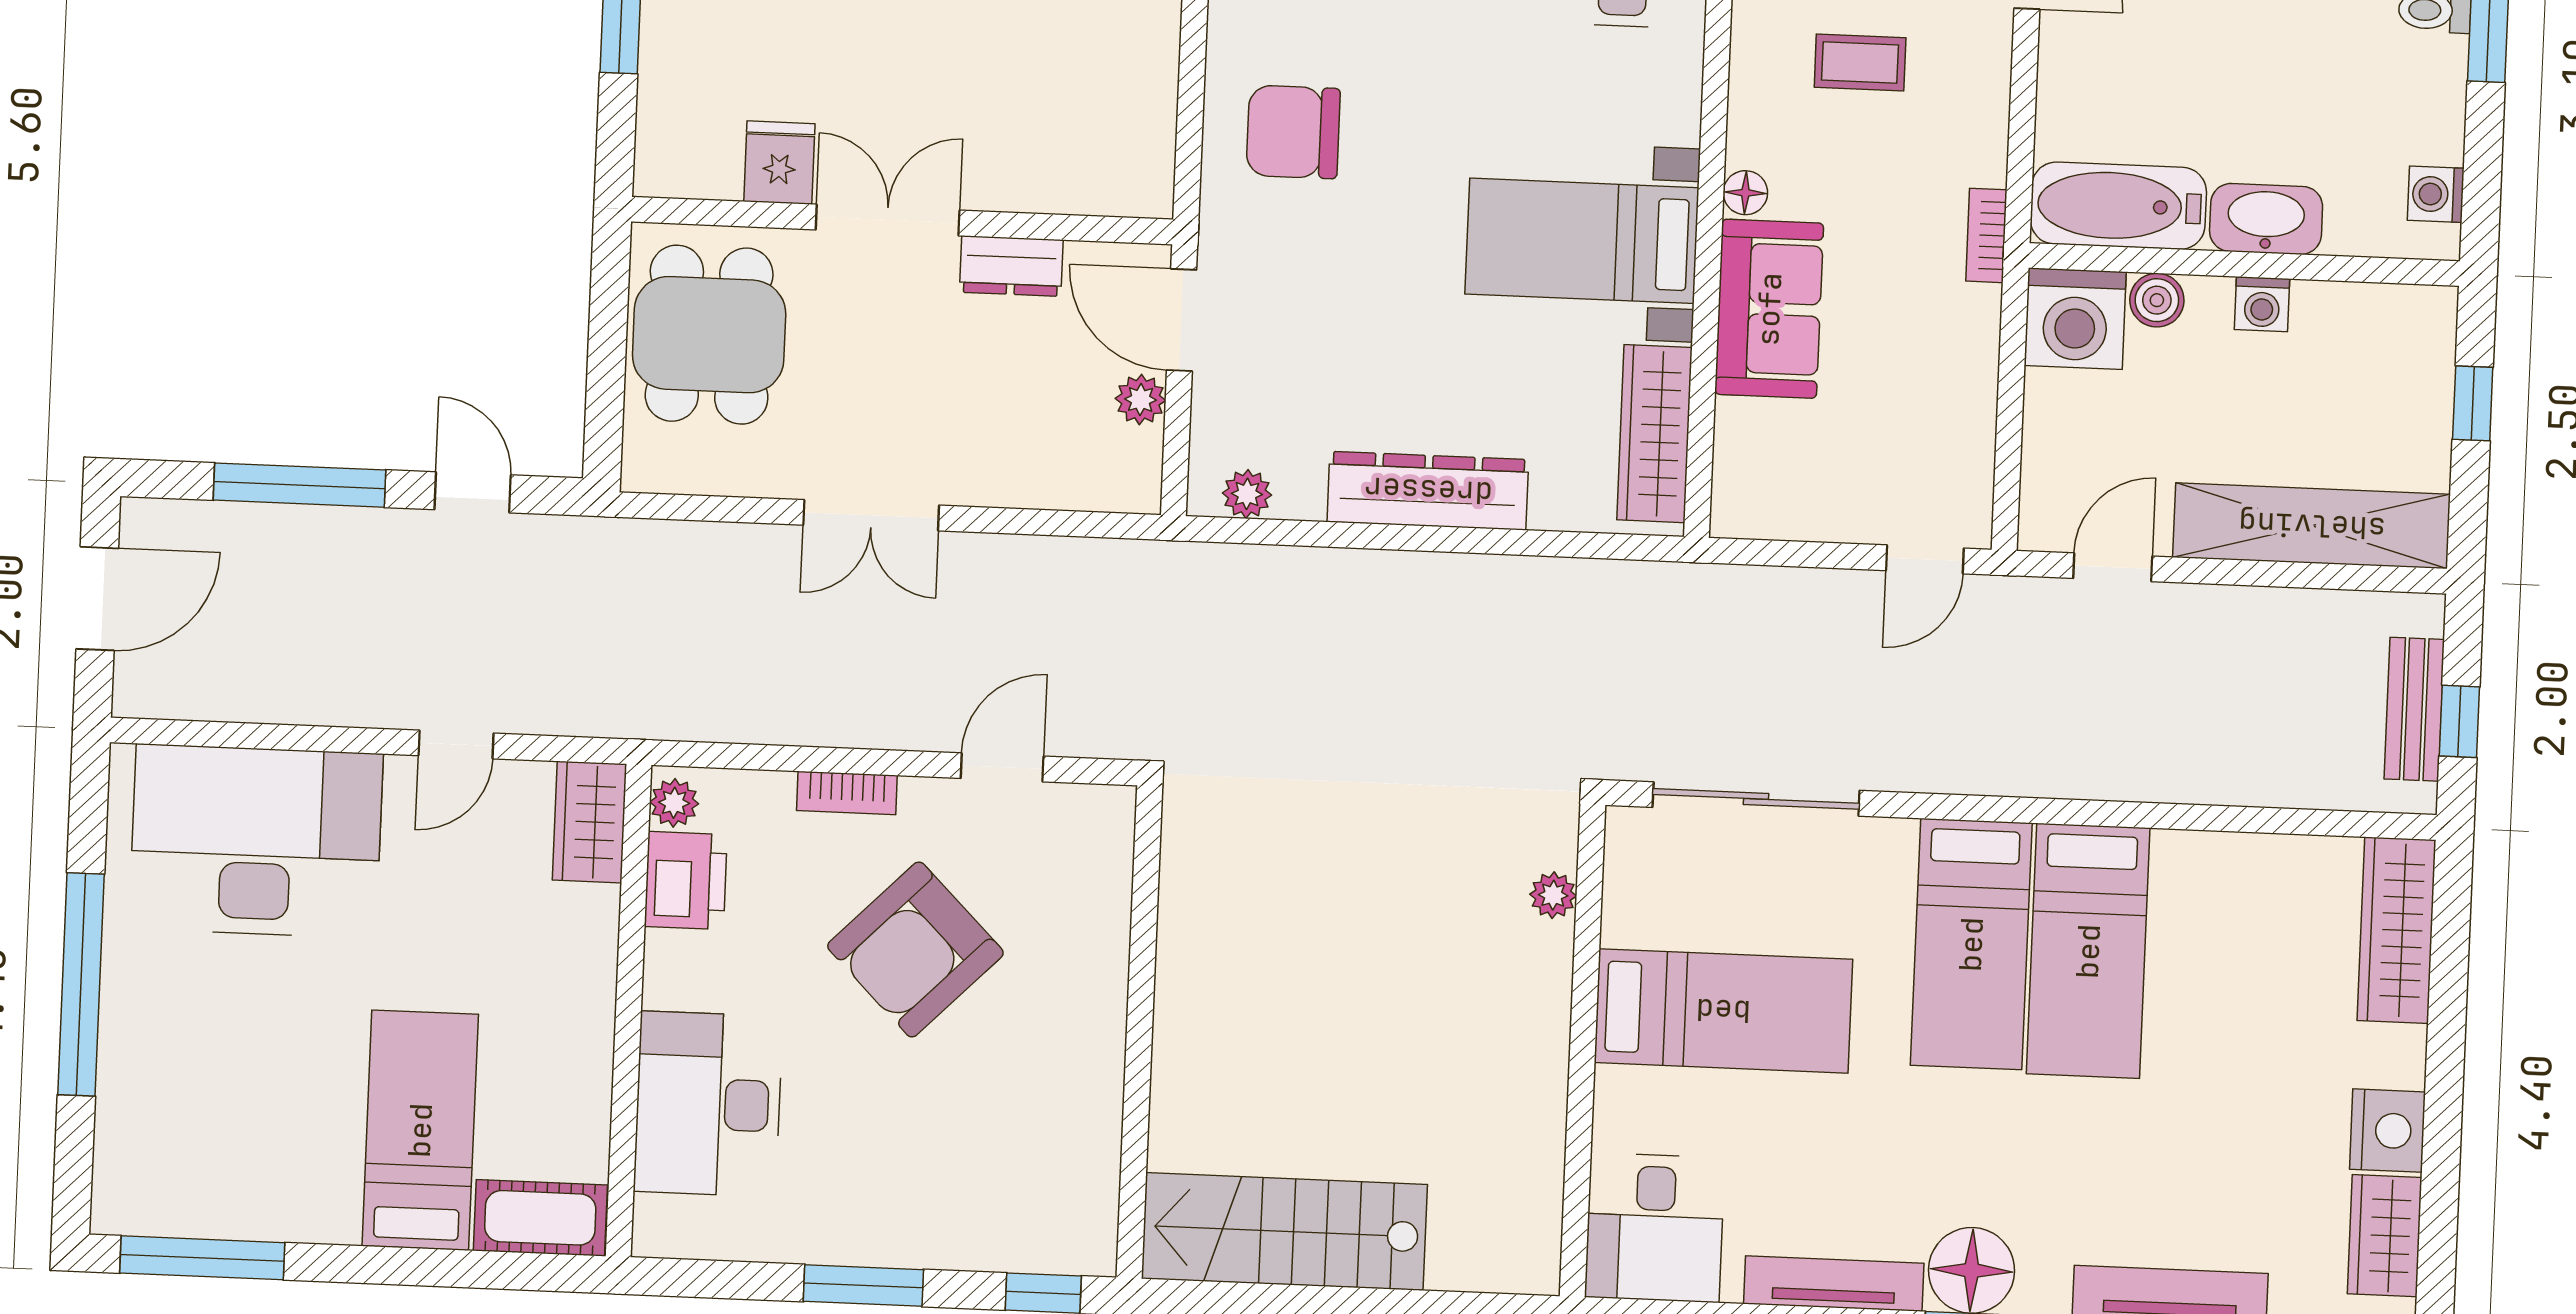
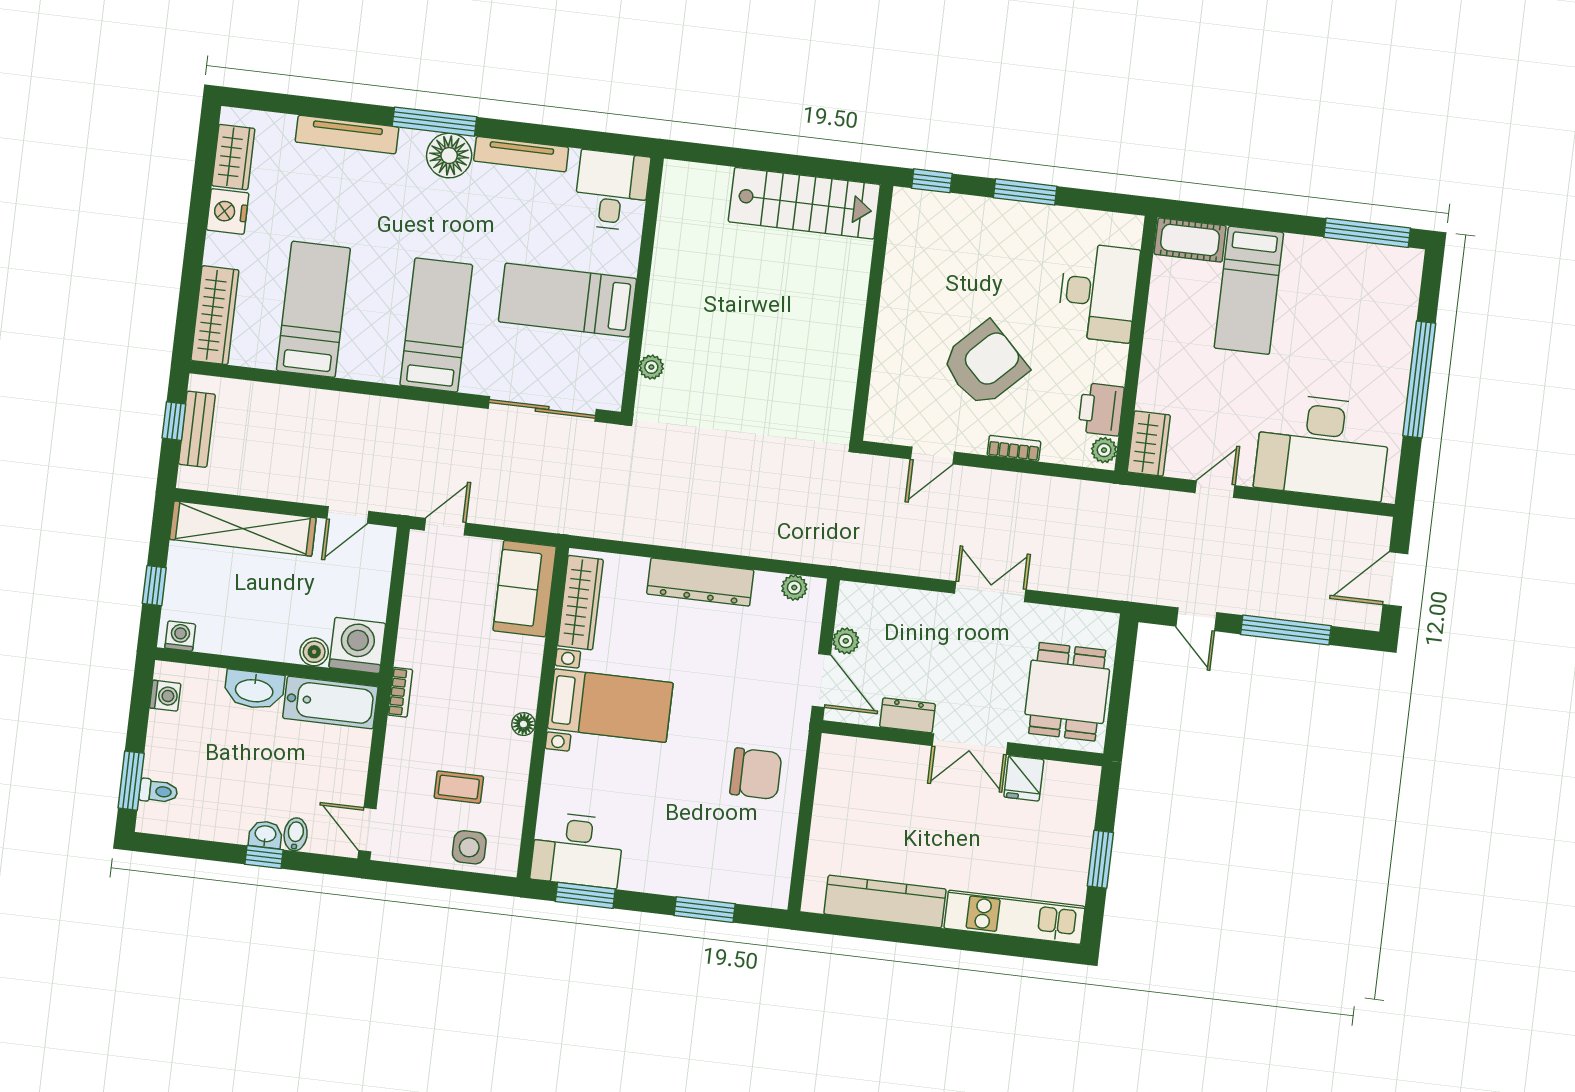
washing machine: (2262, 304) -> (180, 636), moved
sofa: (1769, 309) -> (525, 589), moved
bed: (2088, 951) -> (313, 309), moved

